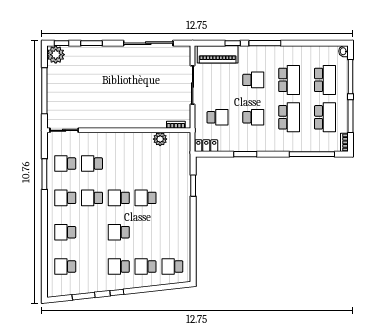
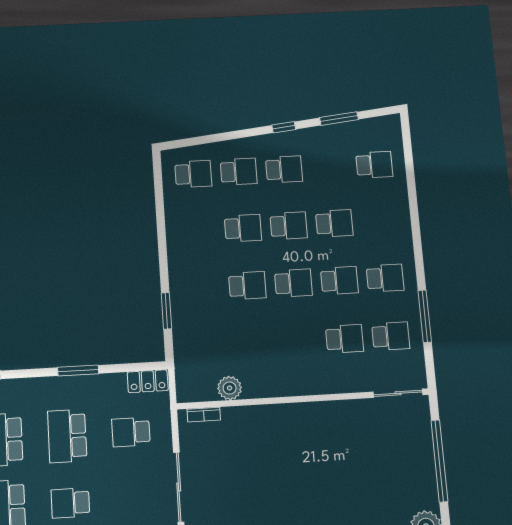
school desk: (253, 117) -> (67, 436), width x1.85
school desk: (65, 232) -> (334, 223), moved
school desk: (146, 232) -> (243, 228), added

